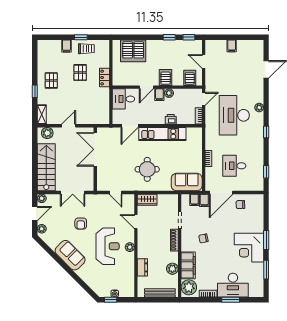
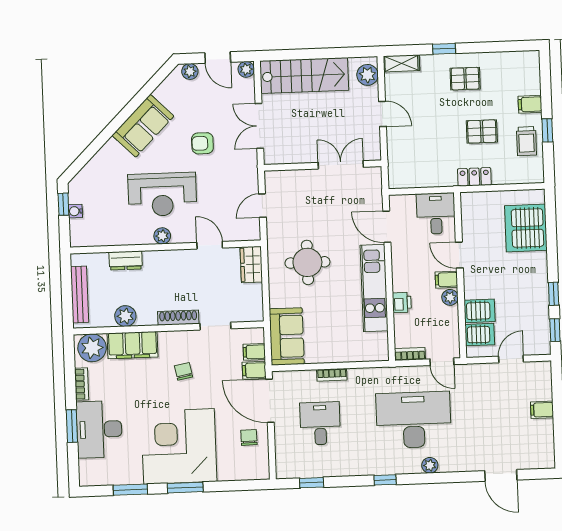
server rack: (166, 77) -> (480, 311), moved
double door: (95, 149) -> (341, 165), width x0.73
door: (136, 222) -> (210, 245), hinge flipped
corner desk: (249, 248) -> (179, 446), width x1.36, depth x1.36

